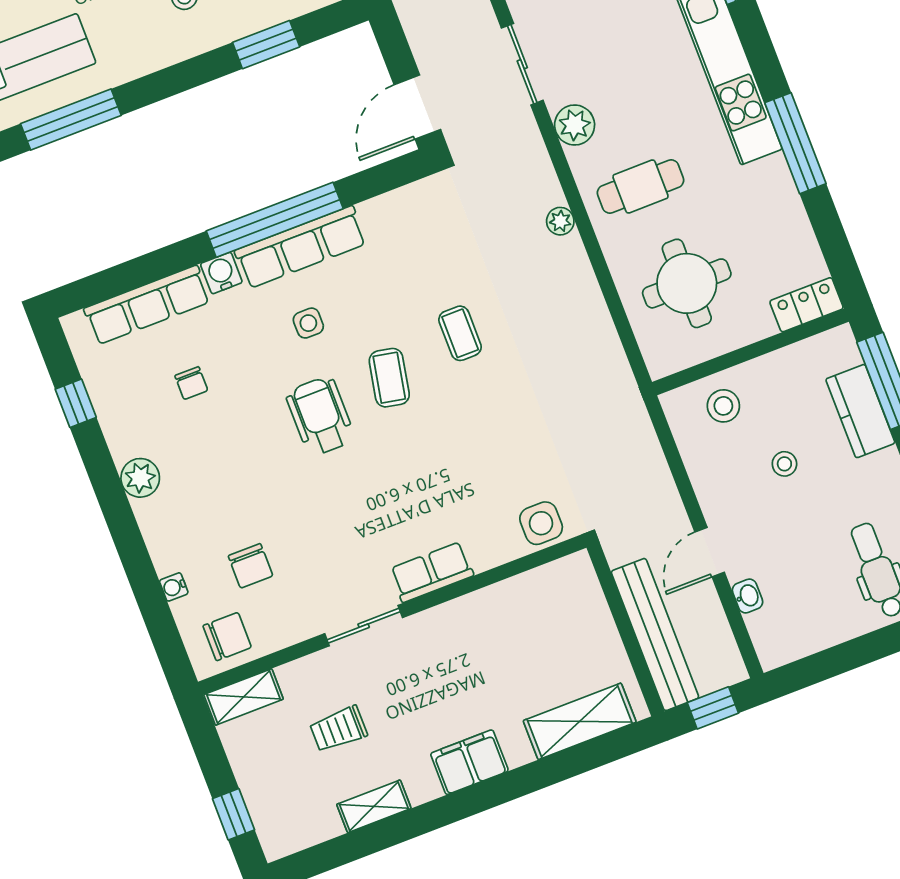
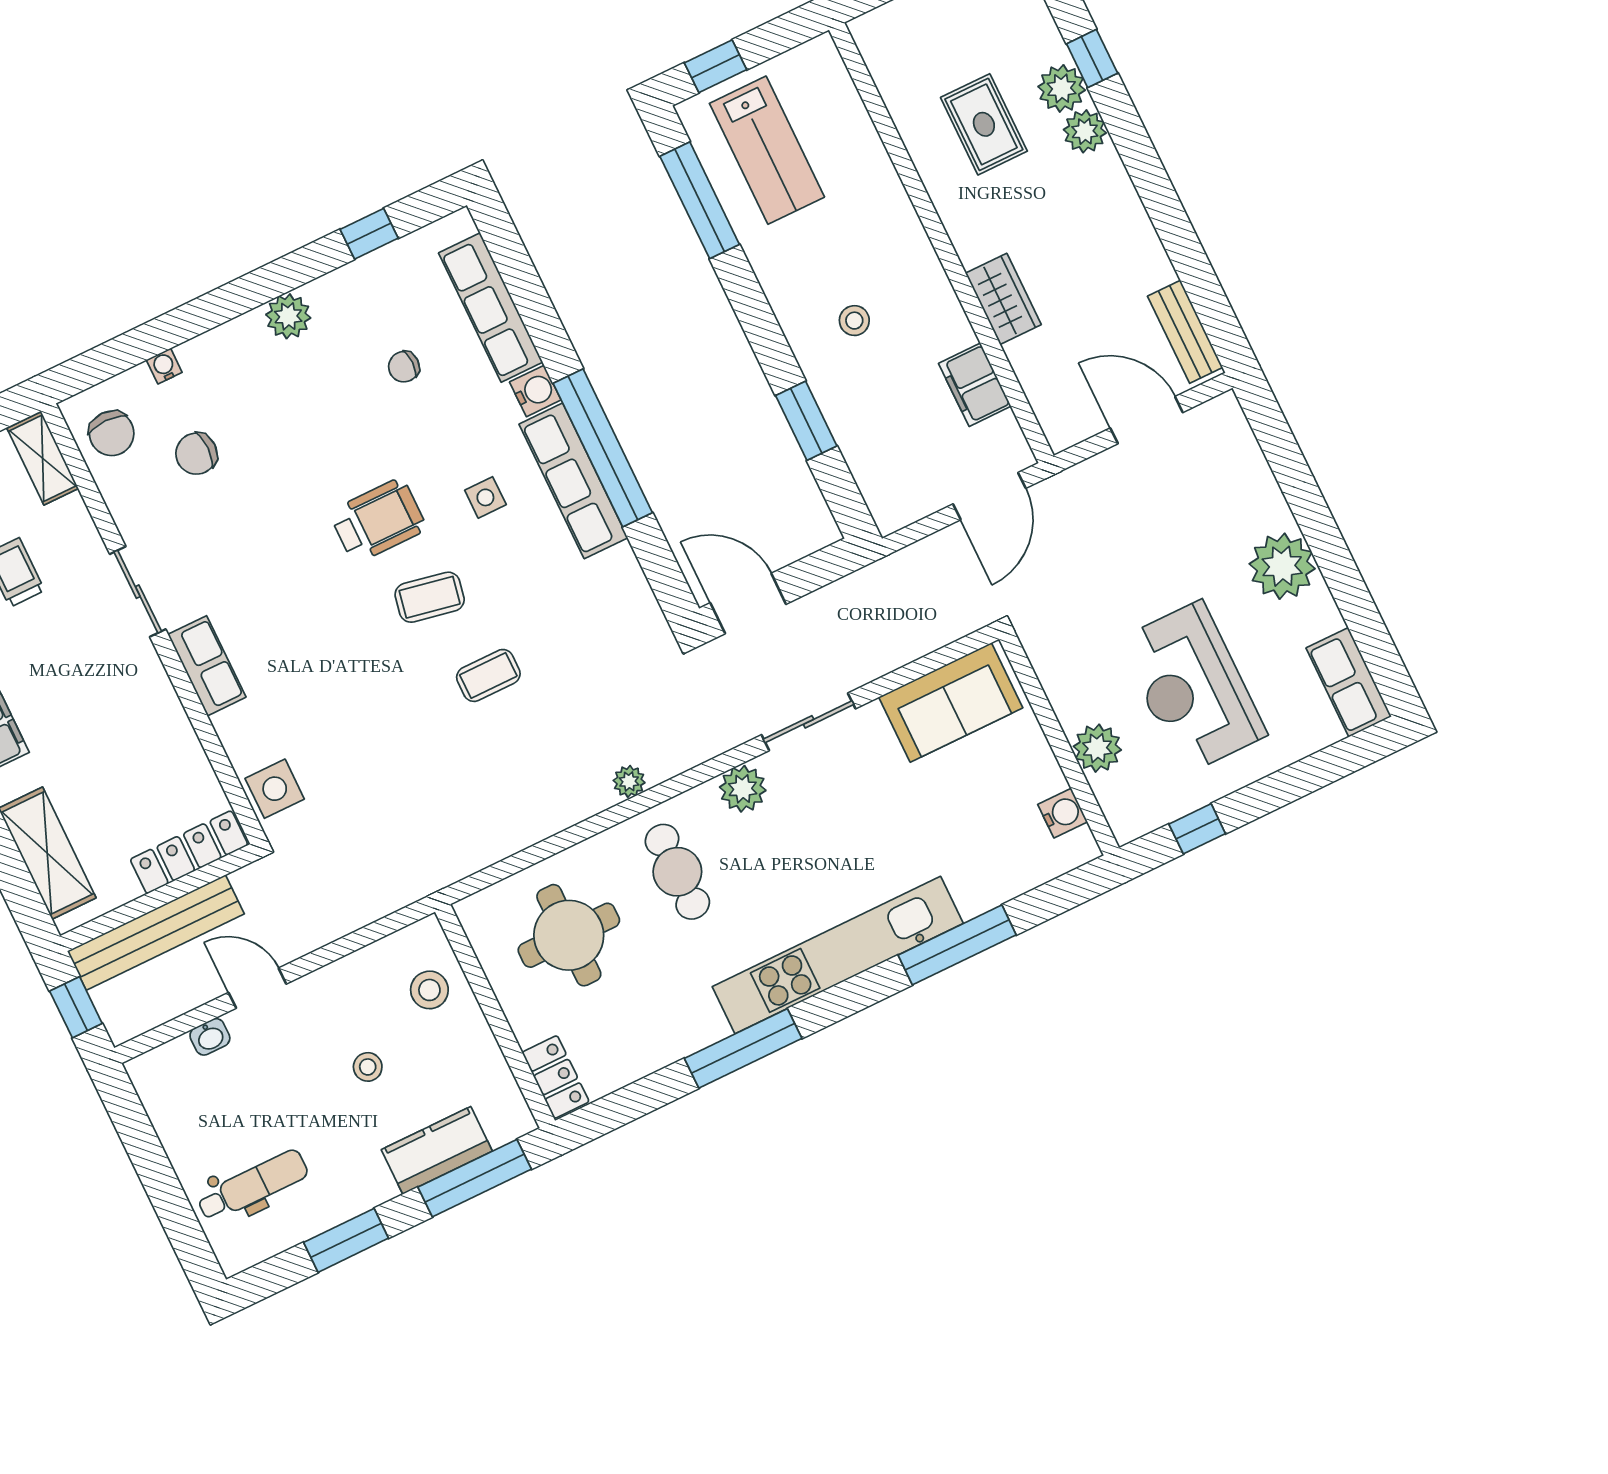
locker: (589, 601) -> (189, 852), added

